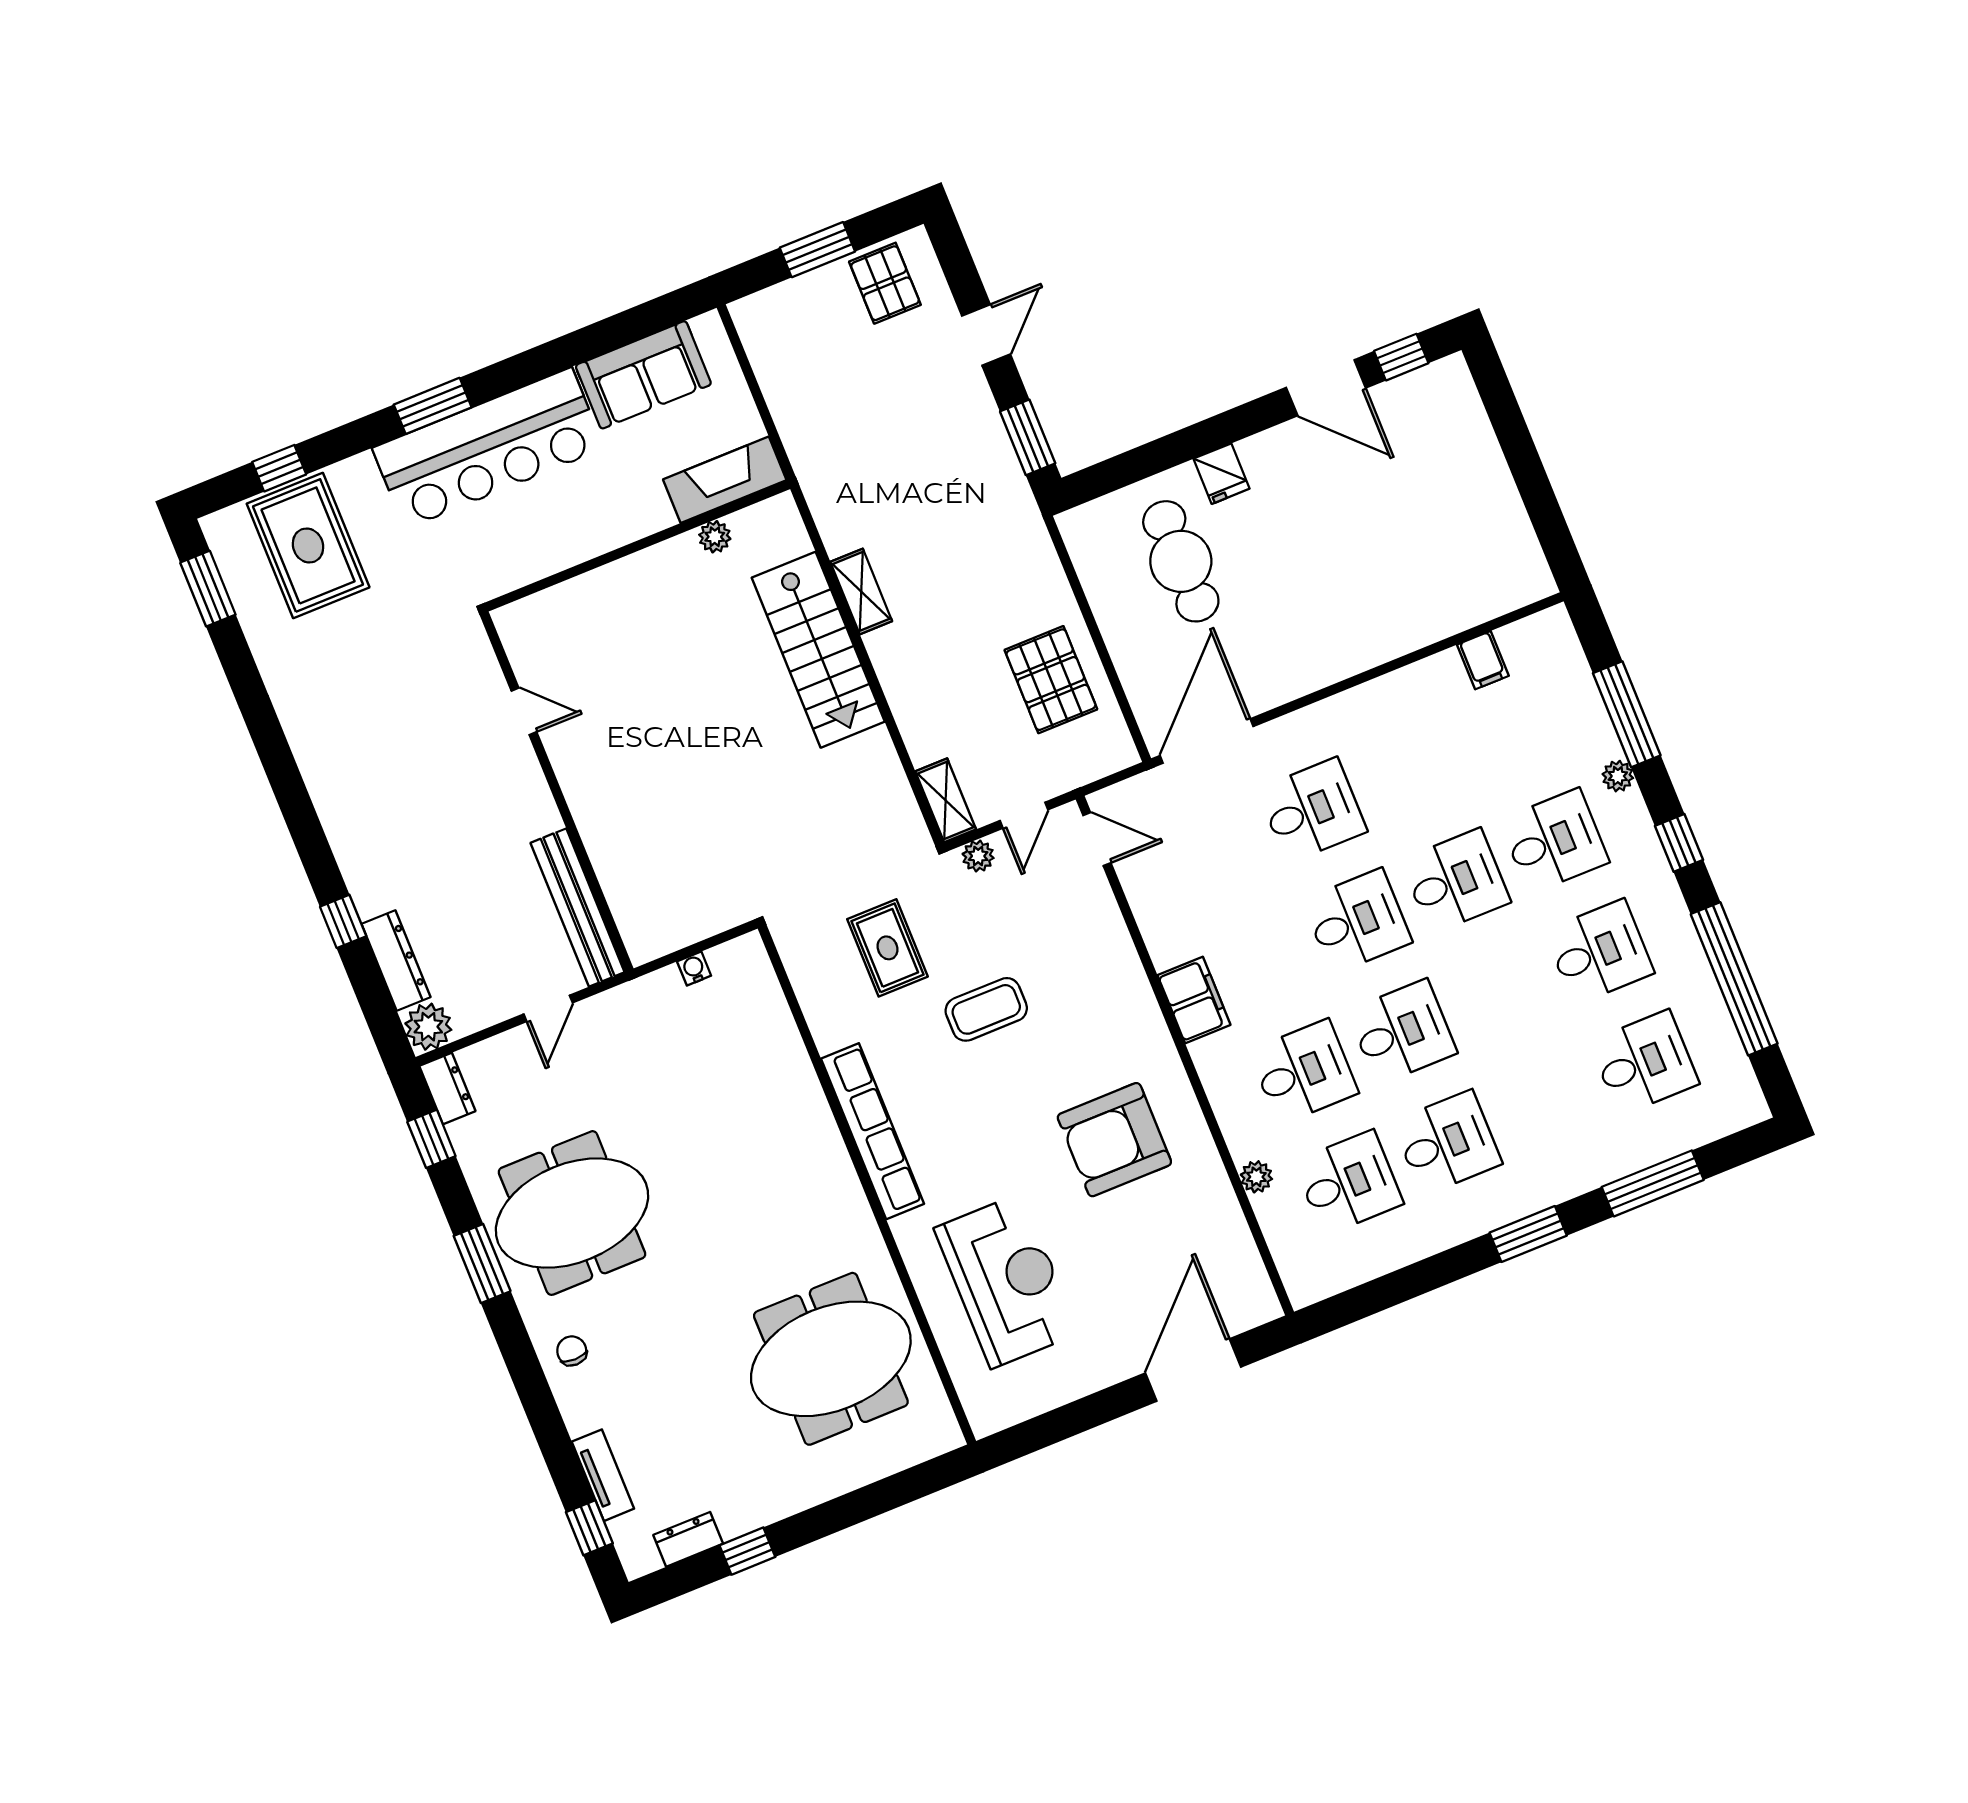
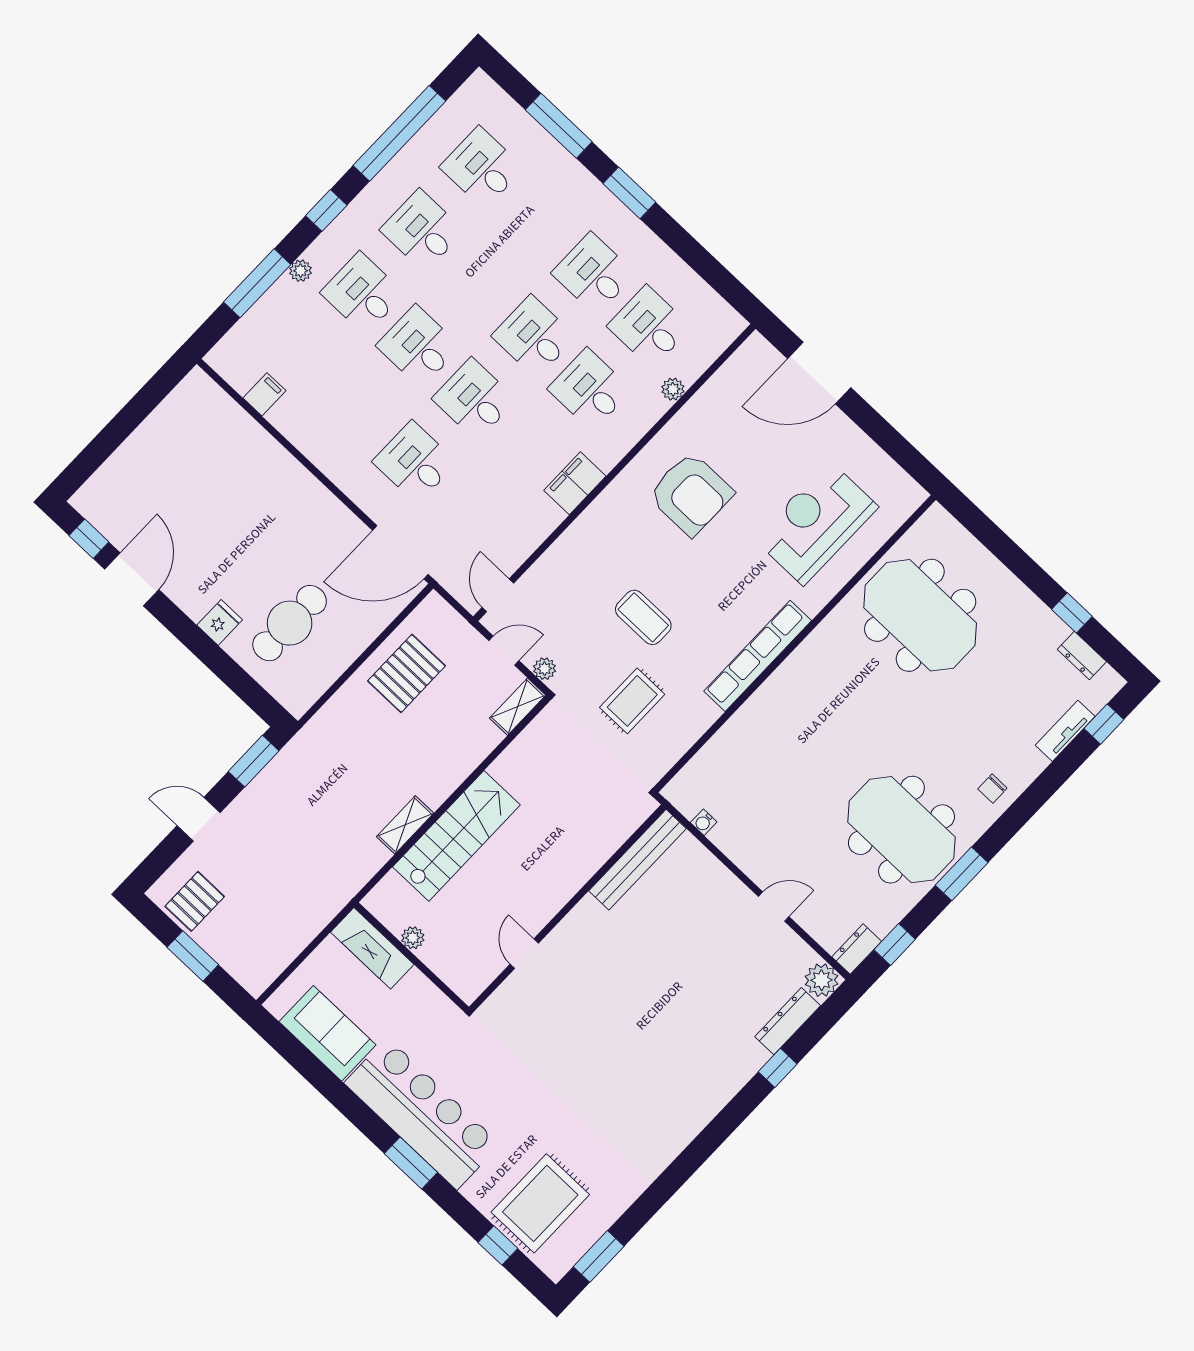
door: (524, 711) -> (524, 954), moved
wall: (557, 792) -> (568, 908), moved
bench: (578, 907) -> (638, 860), moved

